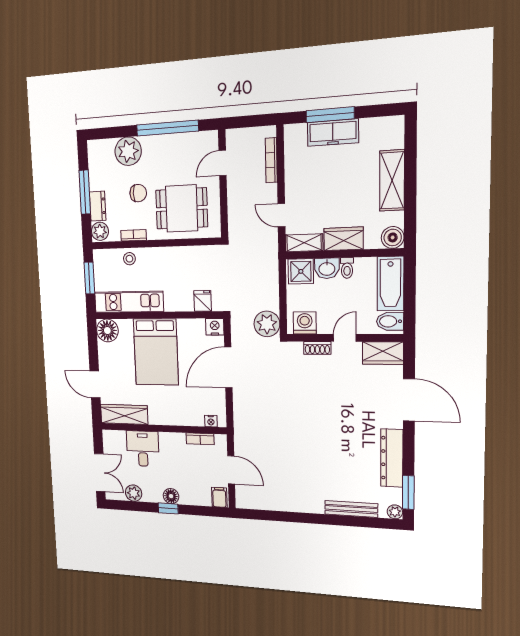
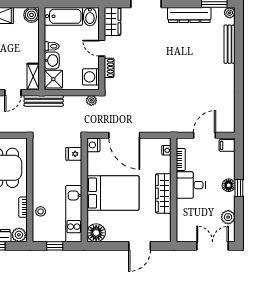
wardrobe: (343, 239) -> (31, 49), removed
bench: (271, 259) -> (44, 101), added
window: (89, 278) -> (55, 246), width x0.67
plant: (267, 324) -> (91, 100), width x0.53, depth x0.53
wardrobe: (124, 414) -> (163, 193), moved
desk: (143, 449) -> (191, 185), moved

